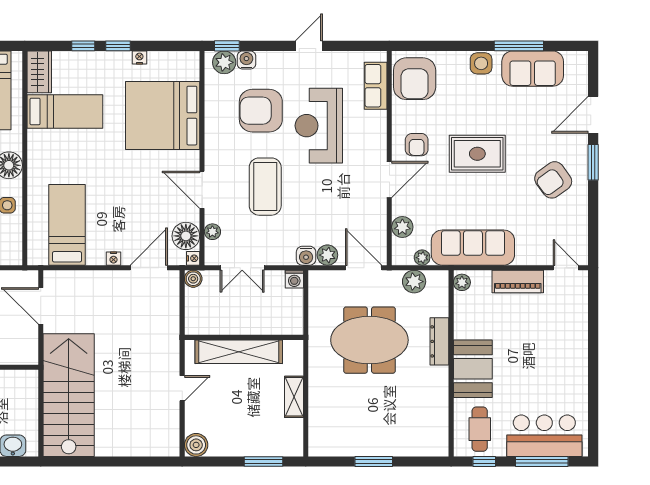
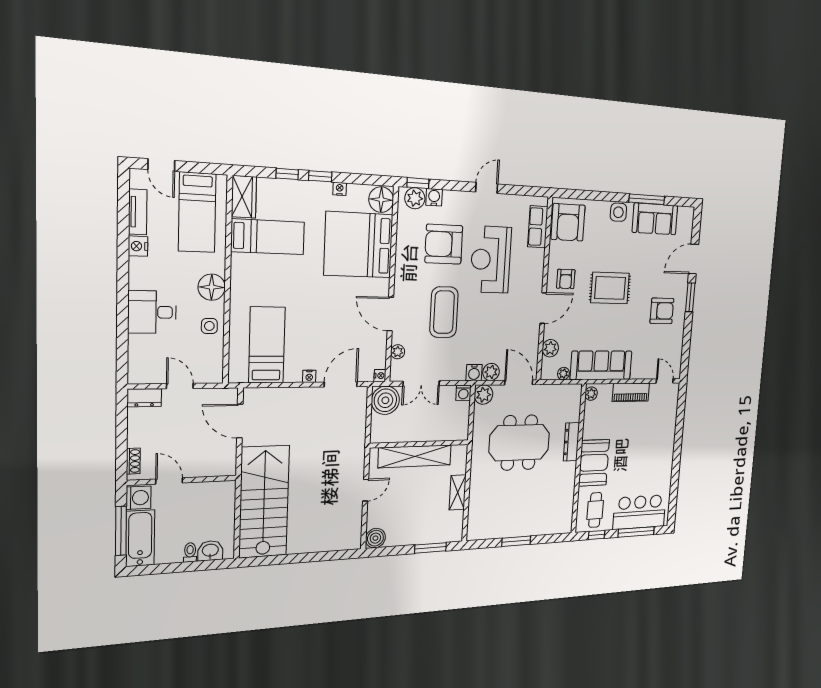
armchair: (553, 180) -> (662, 311), turned -144
floor lamp: (186, 236) -> (381, 200), moved
boiler: (193, 279) -> (385, 400), width x1.86, depth x1.86
plant: (414, 282) -> (484, 395), moved

